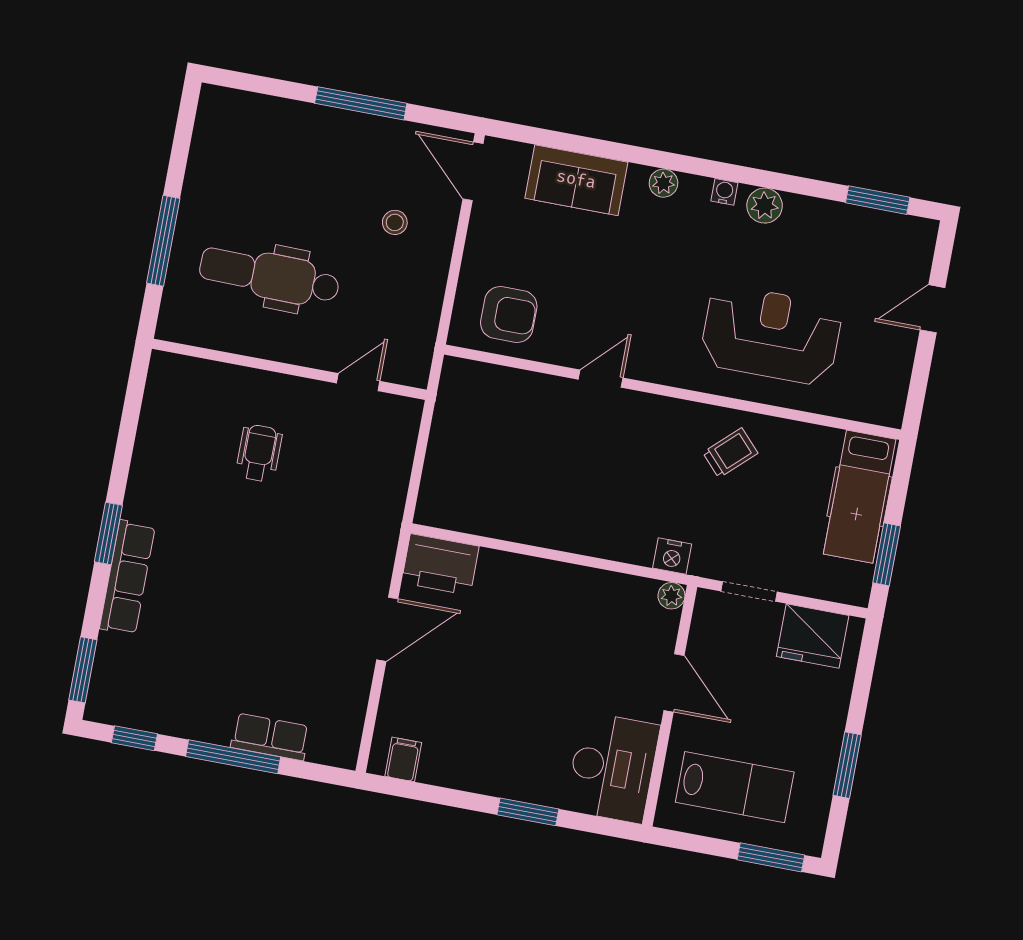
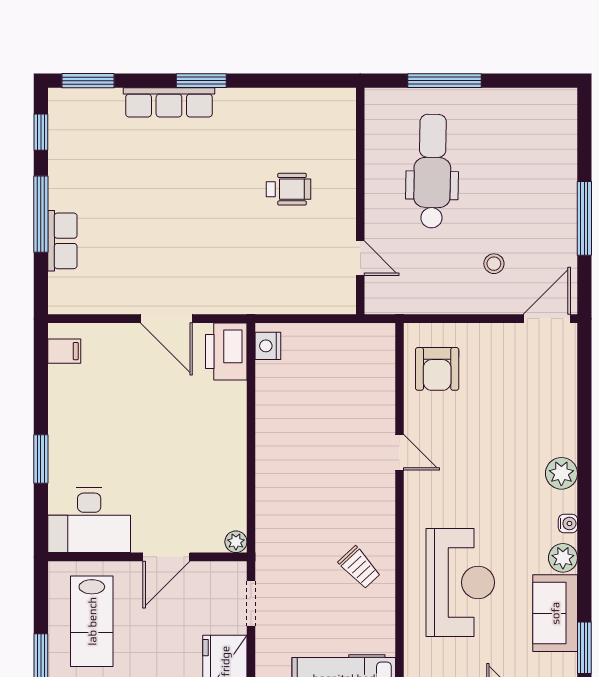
sofa: (576, 180) -> (555, 613), moved
plant: (663, 183) -> (561, 473), width x1.38, depth x1.38
nightstand: (672, 556) -> (268, 346), moved

